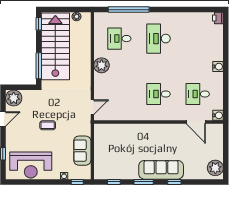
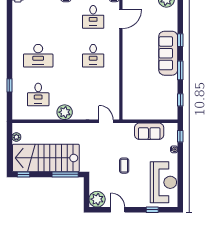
window: (129, 10) -> (9, 85), width x0.32

